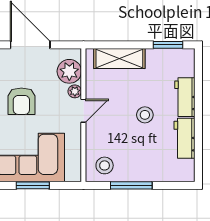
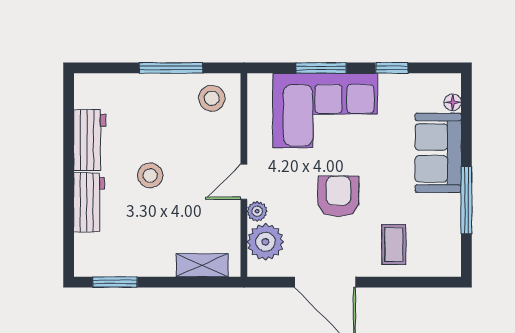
shelving: (119, 59) -> (202, 265), width x0.67, depth x0.75

